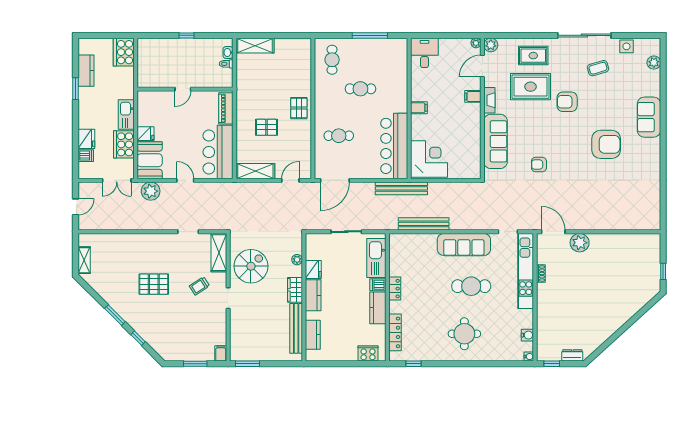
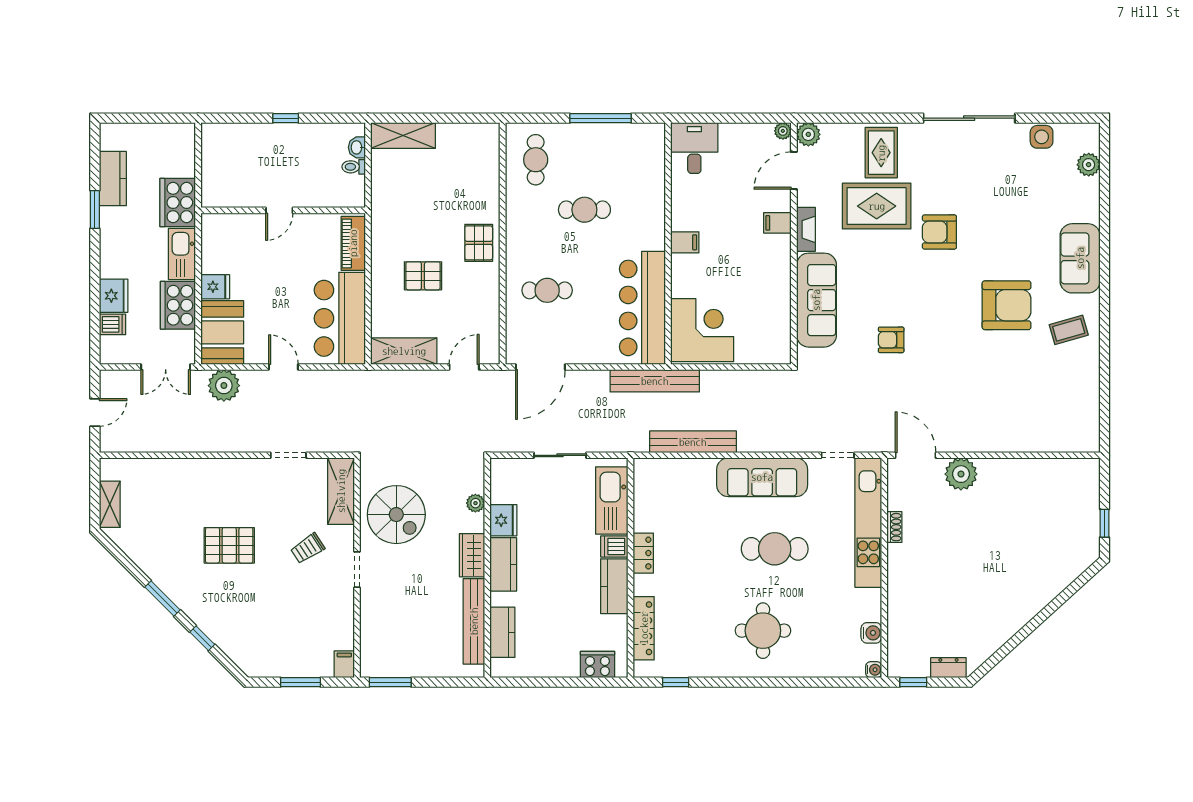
cooker: (124, 52) -> (178, 202), moved
rug: (533, 56) -> (881, 153), turned 90
coffee table: (598, 68) -> (1069, 330), moved
spiral stairs: (251, 266) -> (396, 515), turned 90

